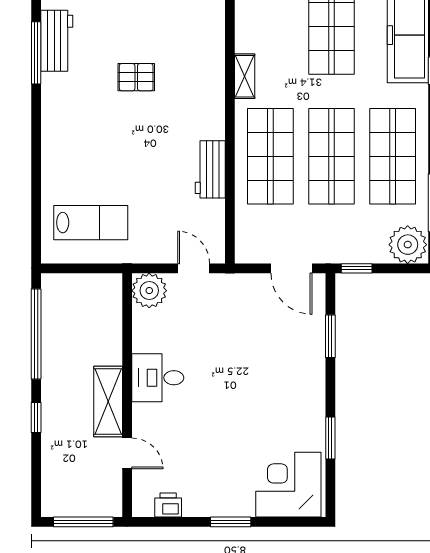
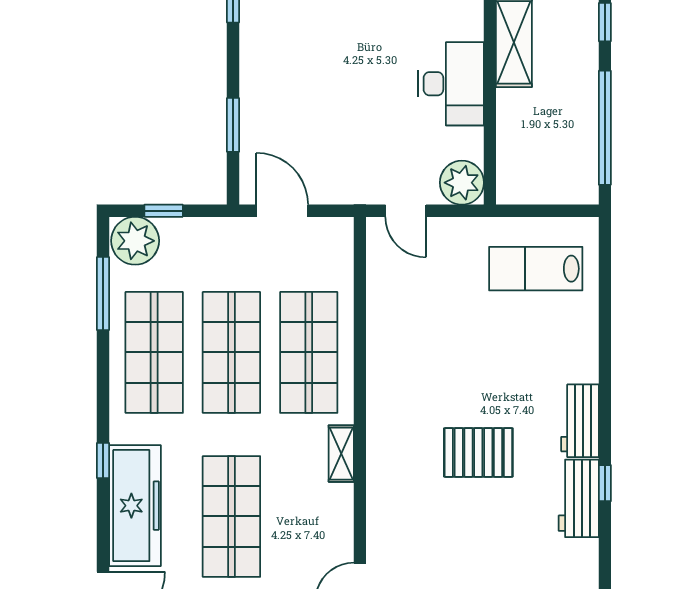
window: (36, 53) -> (605, 483), width x0.46
pallet: (136, 77) -> (478, 452), width x1.50, depth x1.42
workbench: (210, 169) -> (580, 421), moved, turned 180
window: (357, 268) -> (164, 211), moved
desk: (158, 378) -> (451, 84), width x1.37

